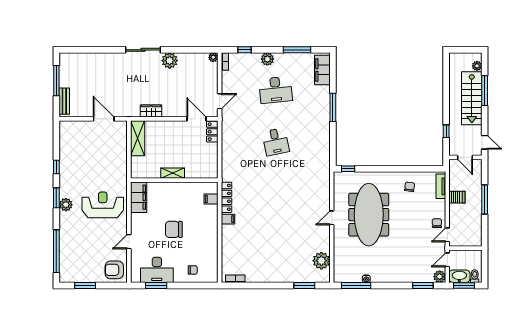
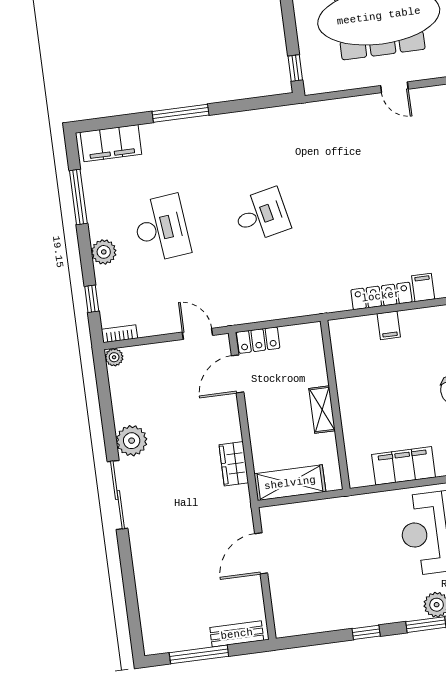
shelving: (173, 173) -> (322, 410), moved
wall: (174, 180) -> (335, 405), moved

